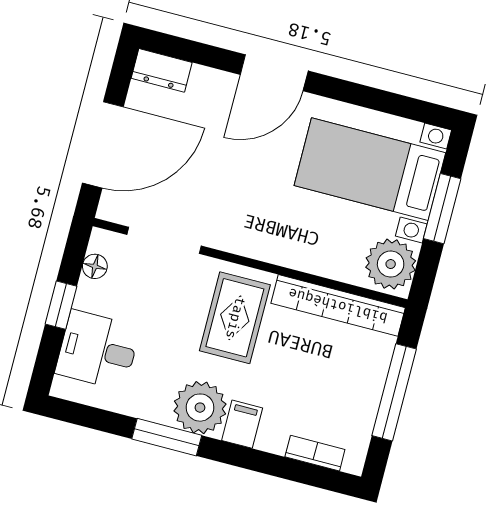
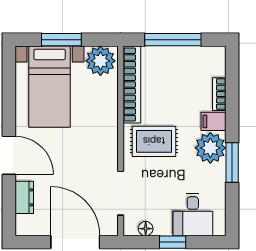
dresser: (162, 70) -> (24, 197), moved
bookcase: (315, 453) -> (219, 94), moved

